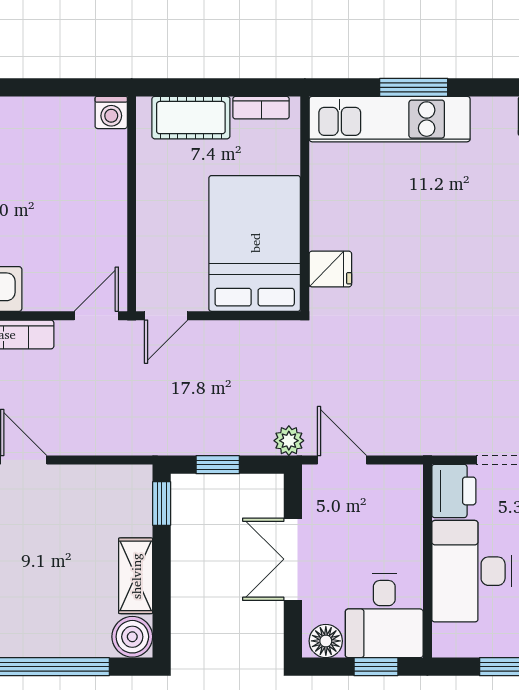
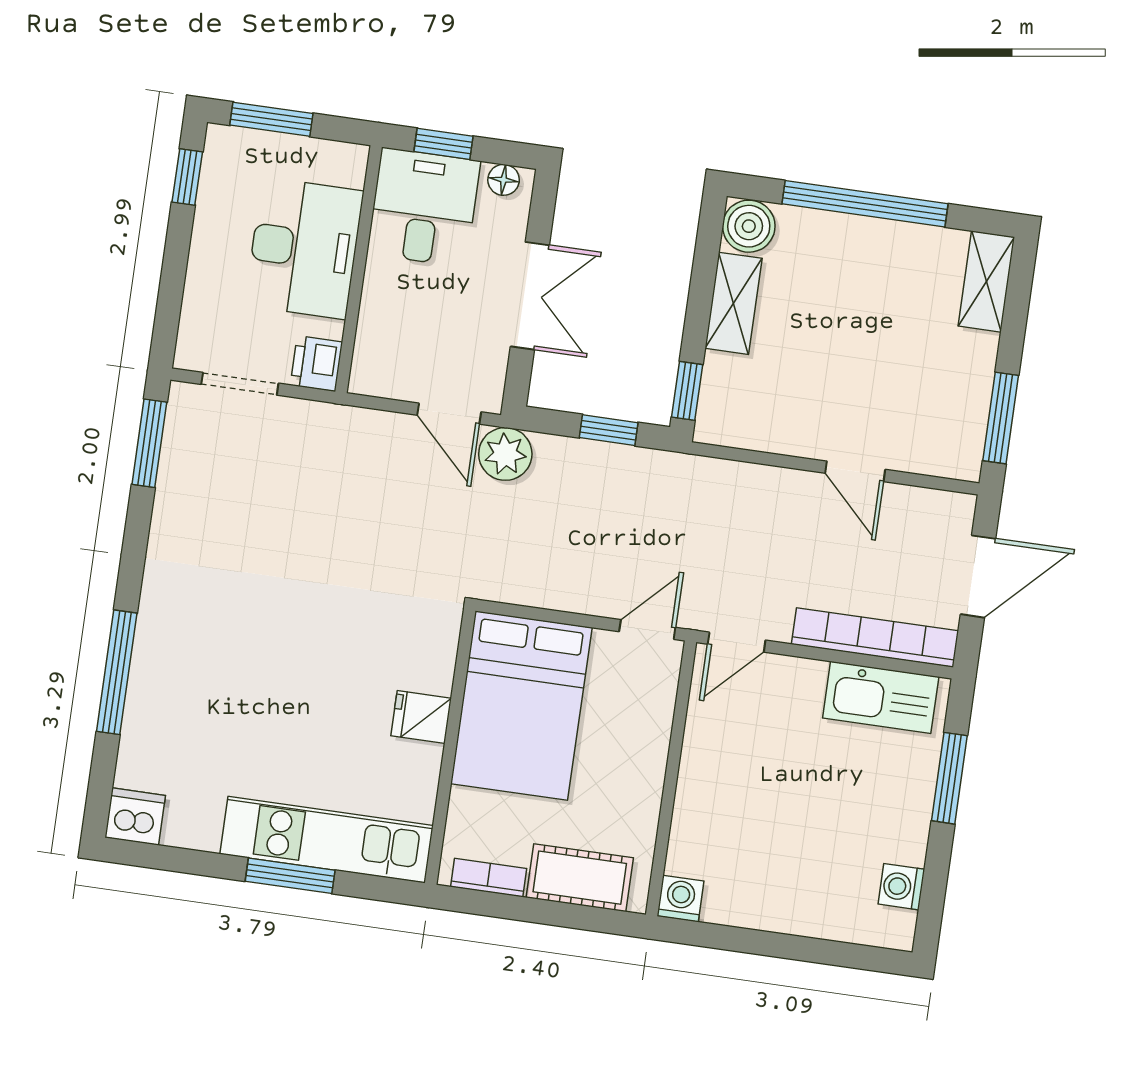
fridge: (330, 269) -> (421, 717), moved
plant: (289, 441) -> (505, 454), width x1.38, depth x1.38
printer: (454, 491) -> (316, 364), width x0.73, depth x0.81
floor lamp: (326, 641) -> (504, 180), width x0.73, depth x0.73

